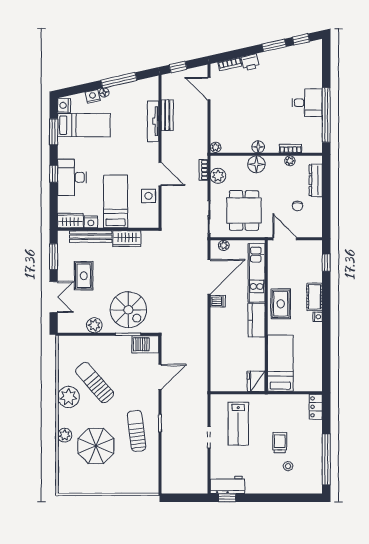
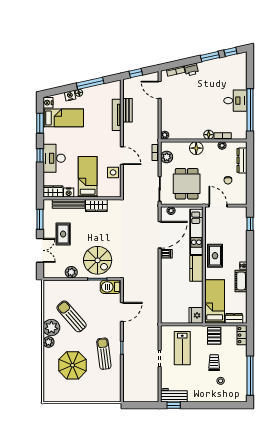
floor lamp: (258, 147) -> (209, 135), moved
cot: (315, 297) -> (241, 281), moved
dresser: (305, 385) -> (234, 318), added
pallet: (280, 408) -> (214, 336), added
plant: (65, 435) -> (48, 342), moved

